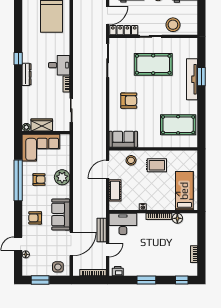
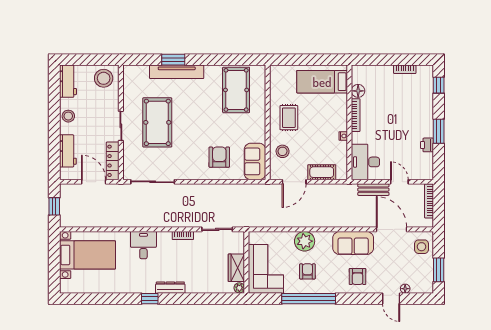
stool: (173, 25) -> (104, 78), moved
desk: (59, 65) -> (143, 245), moved
armchair: (129, 101) -> (219, 157), moved
door: (108, 169) -> (294, 182), hinge flipped
printer: (118, 271) -> (427, 145), moved

